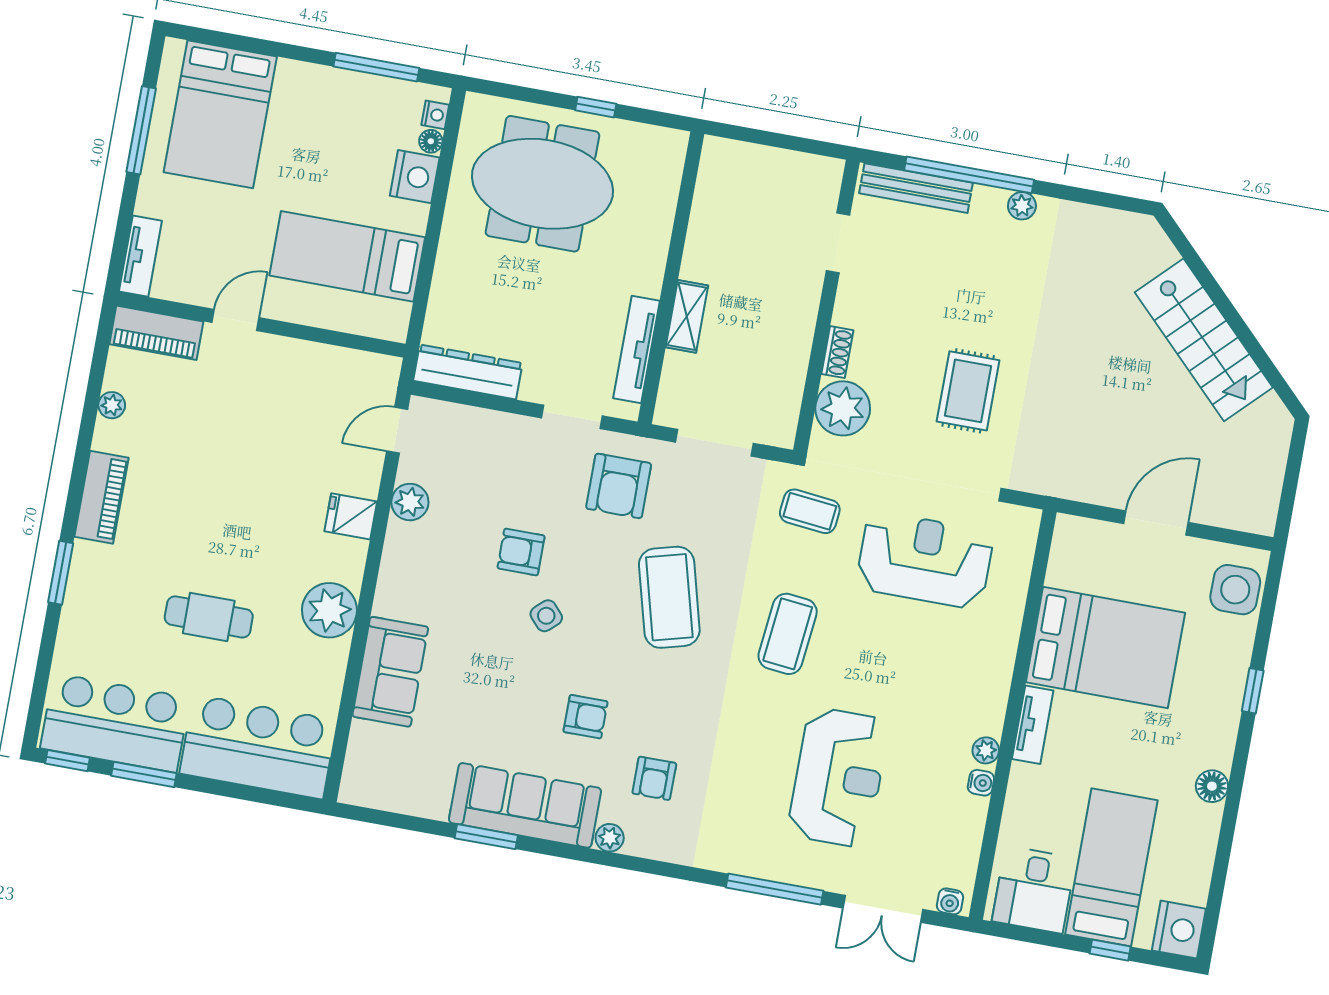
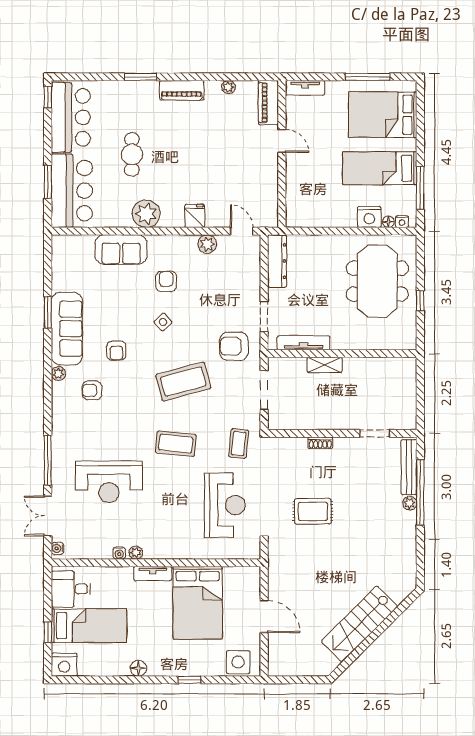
plant: (1022, 206) -> (410, 503), moved
bed: (347, 256) -> (380, 168), moved, turned -90
plant: (843, 408) -> (293, 451), removed
armchair: (521, 552) -> (166, 281), moved
window: (144, 774) -> (48, 182), moved

